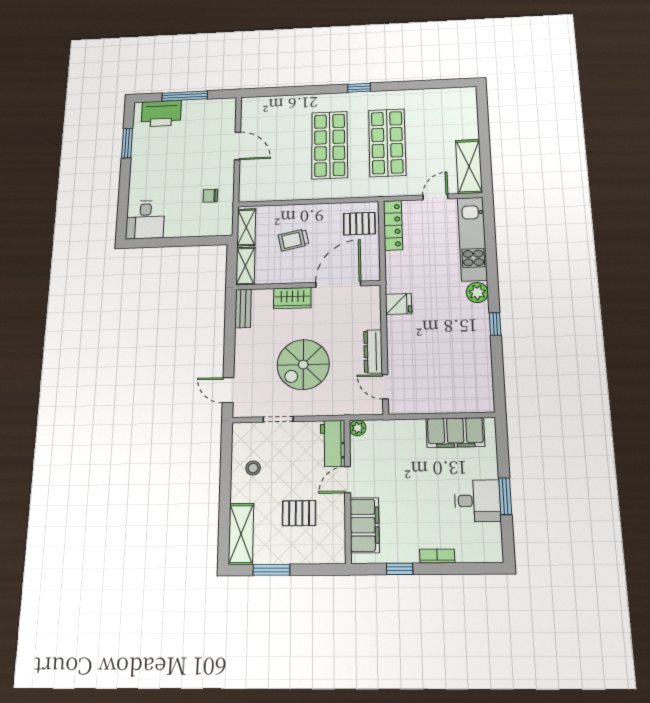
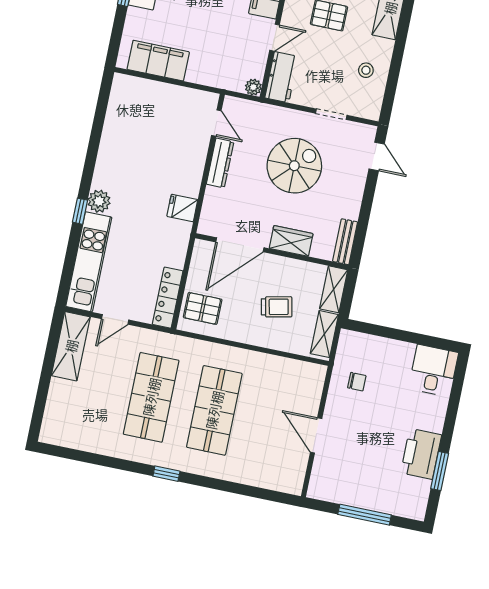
printer: (161, 113) -> (421, 454), moved, turned -90
window: (495, 324) -> (80, 211), moved

